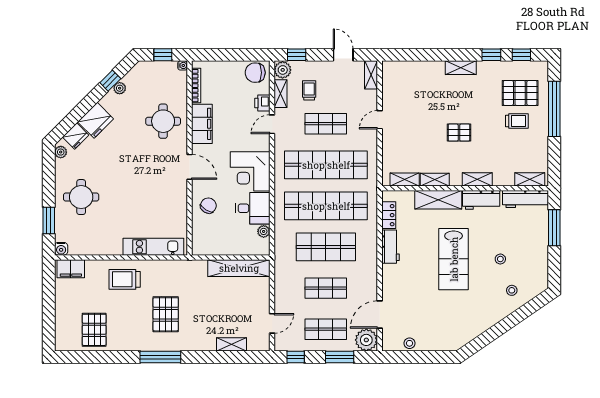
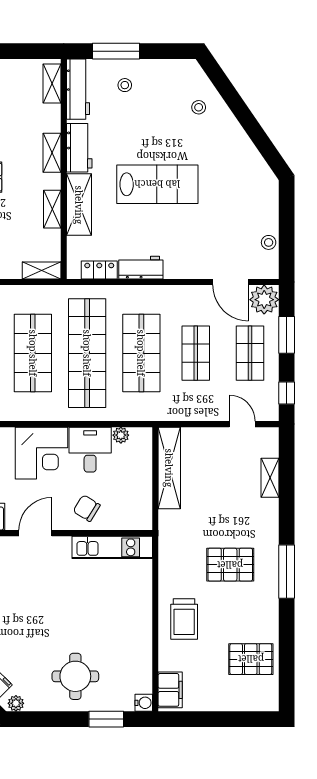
shop shelf: (326, 165) -> (33, 353), width x0.71
shelving: (405, 179) -> (42, 270), moved, turned 90
kitchen unit: (153, 247) -> (112, 547), moved, turned -90
stool: (500, 259) -> (125, 85), moved

